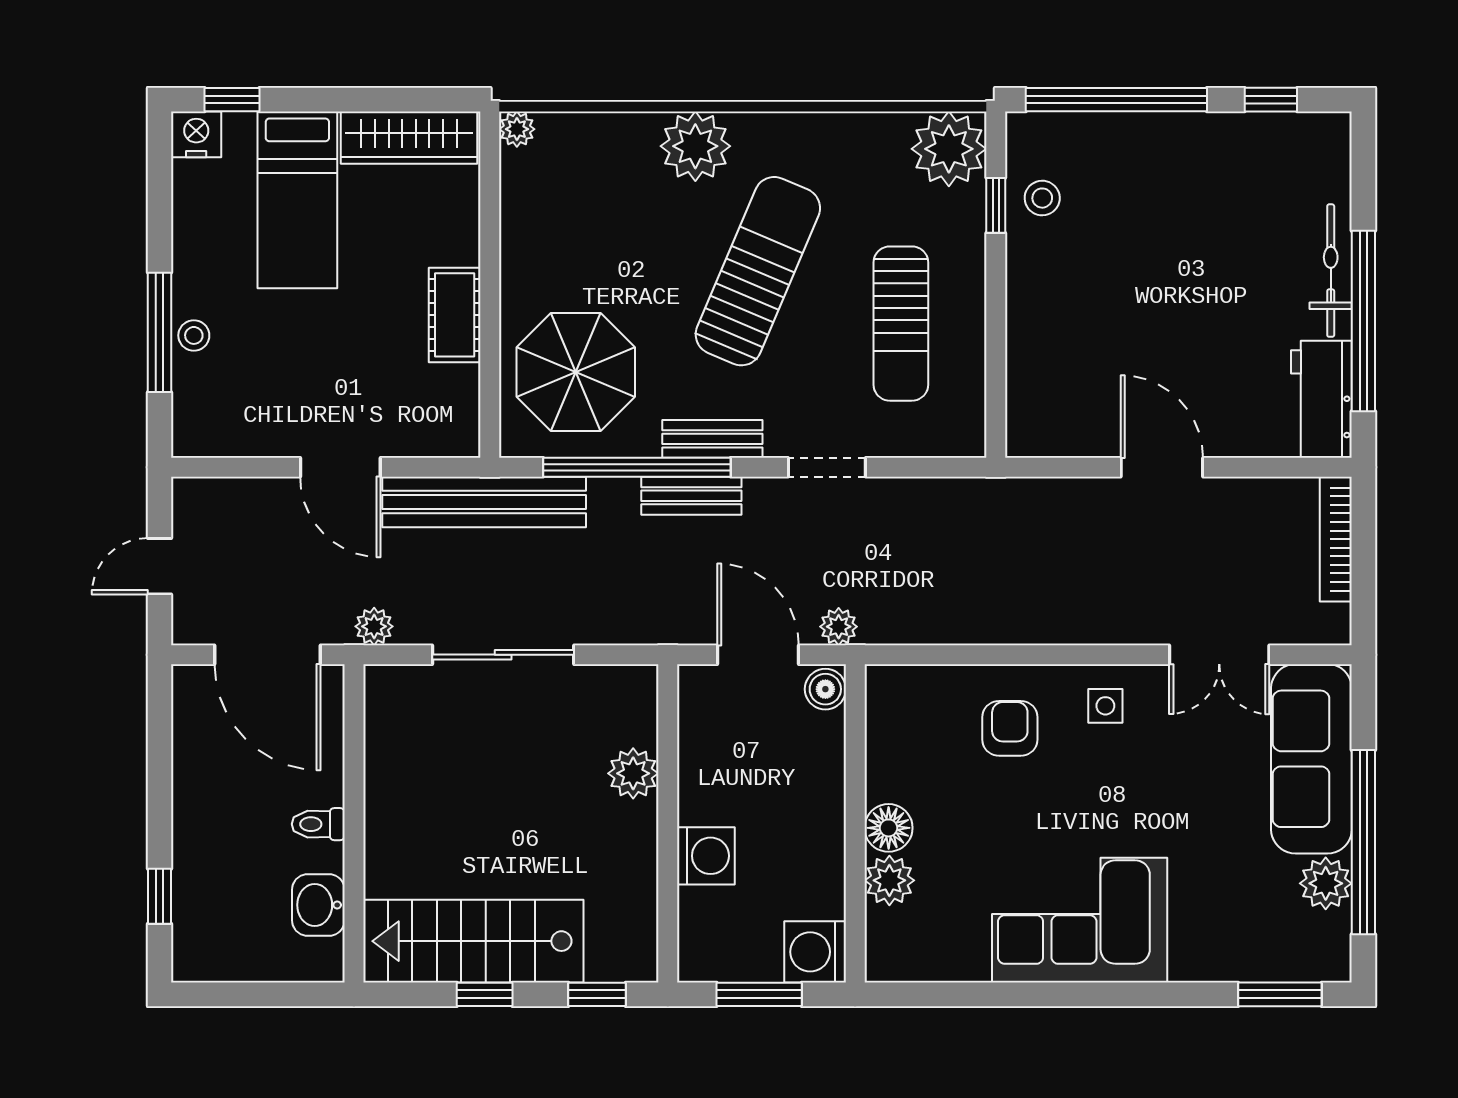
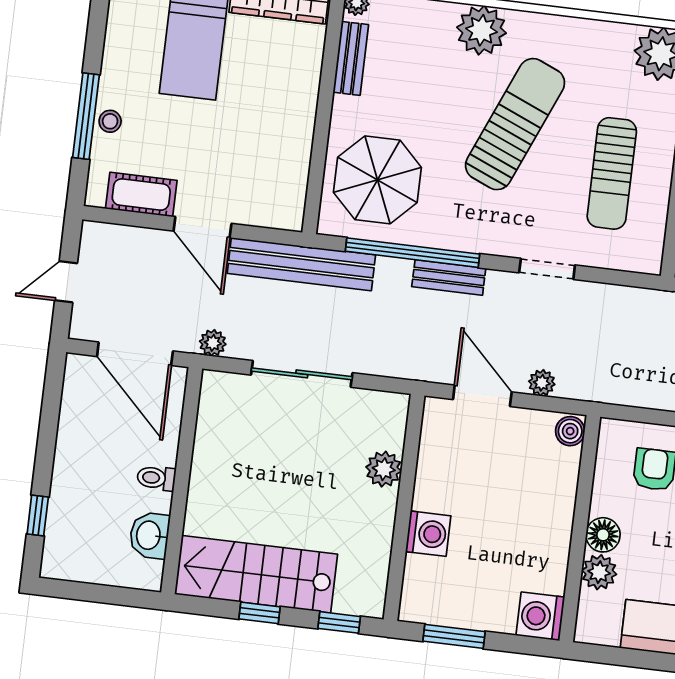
cot: (455, 315) -> (141, 195), moved, turned 90
bench: (712, 439) -> (351, 58), moved, turned 90
boiler: (825, 689) -> (570, 431), moved
wall: (855, 823) -> (580, 529), moved
floor lamp: (889, 828) -> (603, 535), moved
plant: (889, 880) -> (599, 572), moved
washing machine: (815, 952) -> (540, 616), moved

